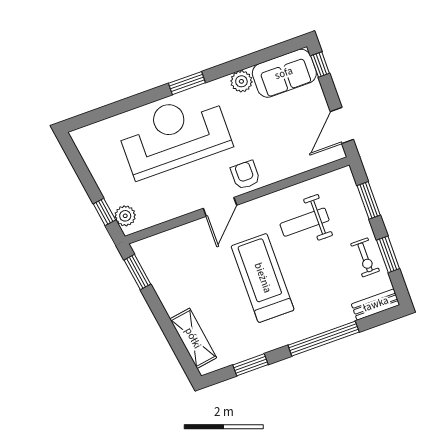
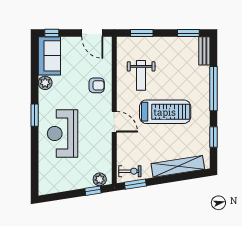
reception desk: (174, 135) -> (62, 134), width x0.74, depth x0.77
armchair: (245, 175) -> (97, 85), moved, turned 180
window: (388, 254) -> (188, 33), moved
exercise bike: (365, 257) -> (130, 171), moved
treadmill: (263, 278) -> (165, 112), turned 180
shelving: (193, 338) -> (178, 166), width x1.47

